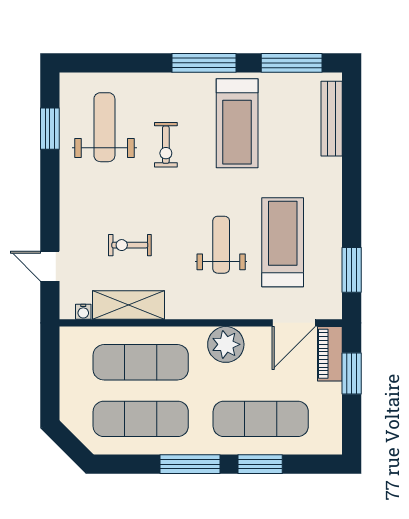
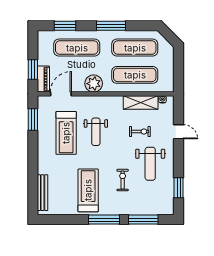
window: (292, 63) -> (143, 220), moved
weight bench: (104, 127) -> (150, 164), moved
door: (50, 266) -> (179, 132), moved
window: (260, 464) -> (65, 26), moved

